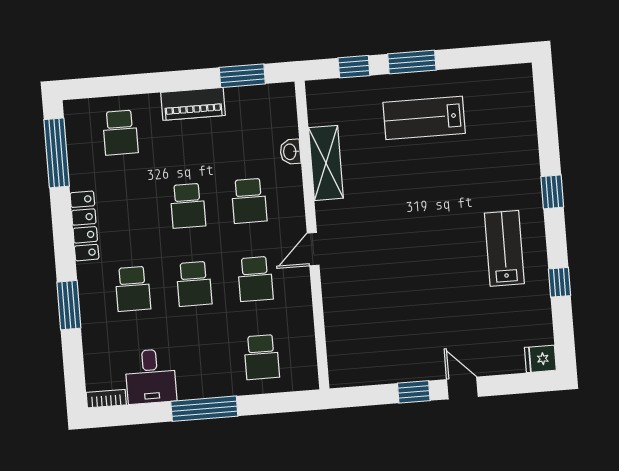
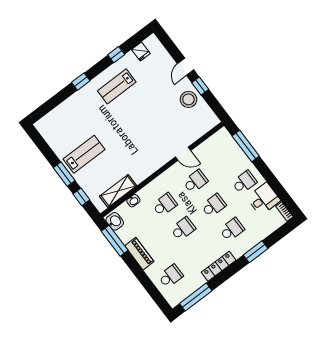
window: (242, 76) -> (115, 241), width x1.44
washbasin: (275, 97) -> (115, 221), added
lab bench: (424, 118) -> (84, 154), turned -90
shelving: (326, 163) -> (118, 191), moved
door: (313, 249) -> (183, 154), moved
school desk: (262, 357) -> (244, 182), moved
stool: (403, 357) -> (188, 99), added
fridge: (540, 359) -> (141, 51), moved
window: (204, 409) -> (246, 146), moved

